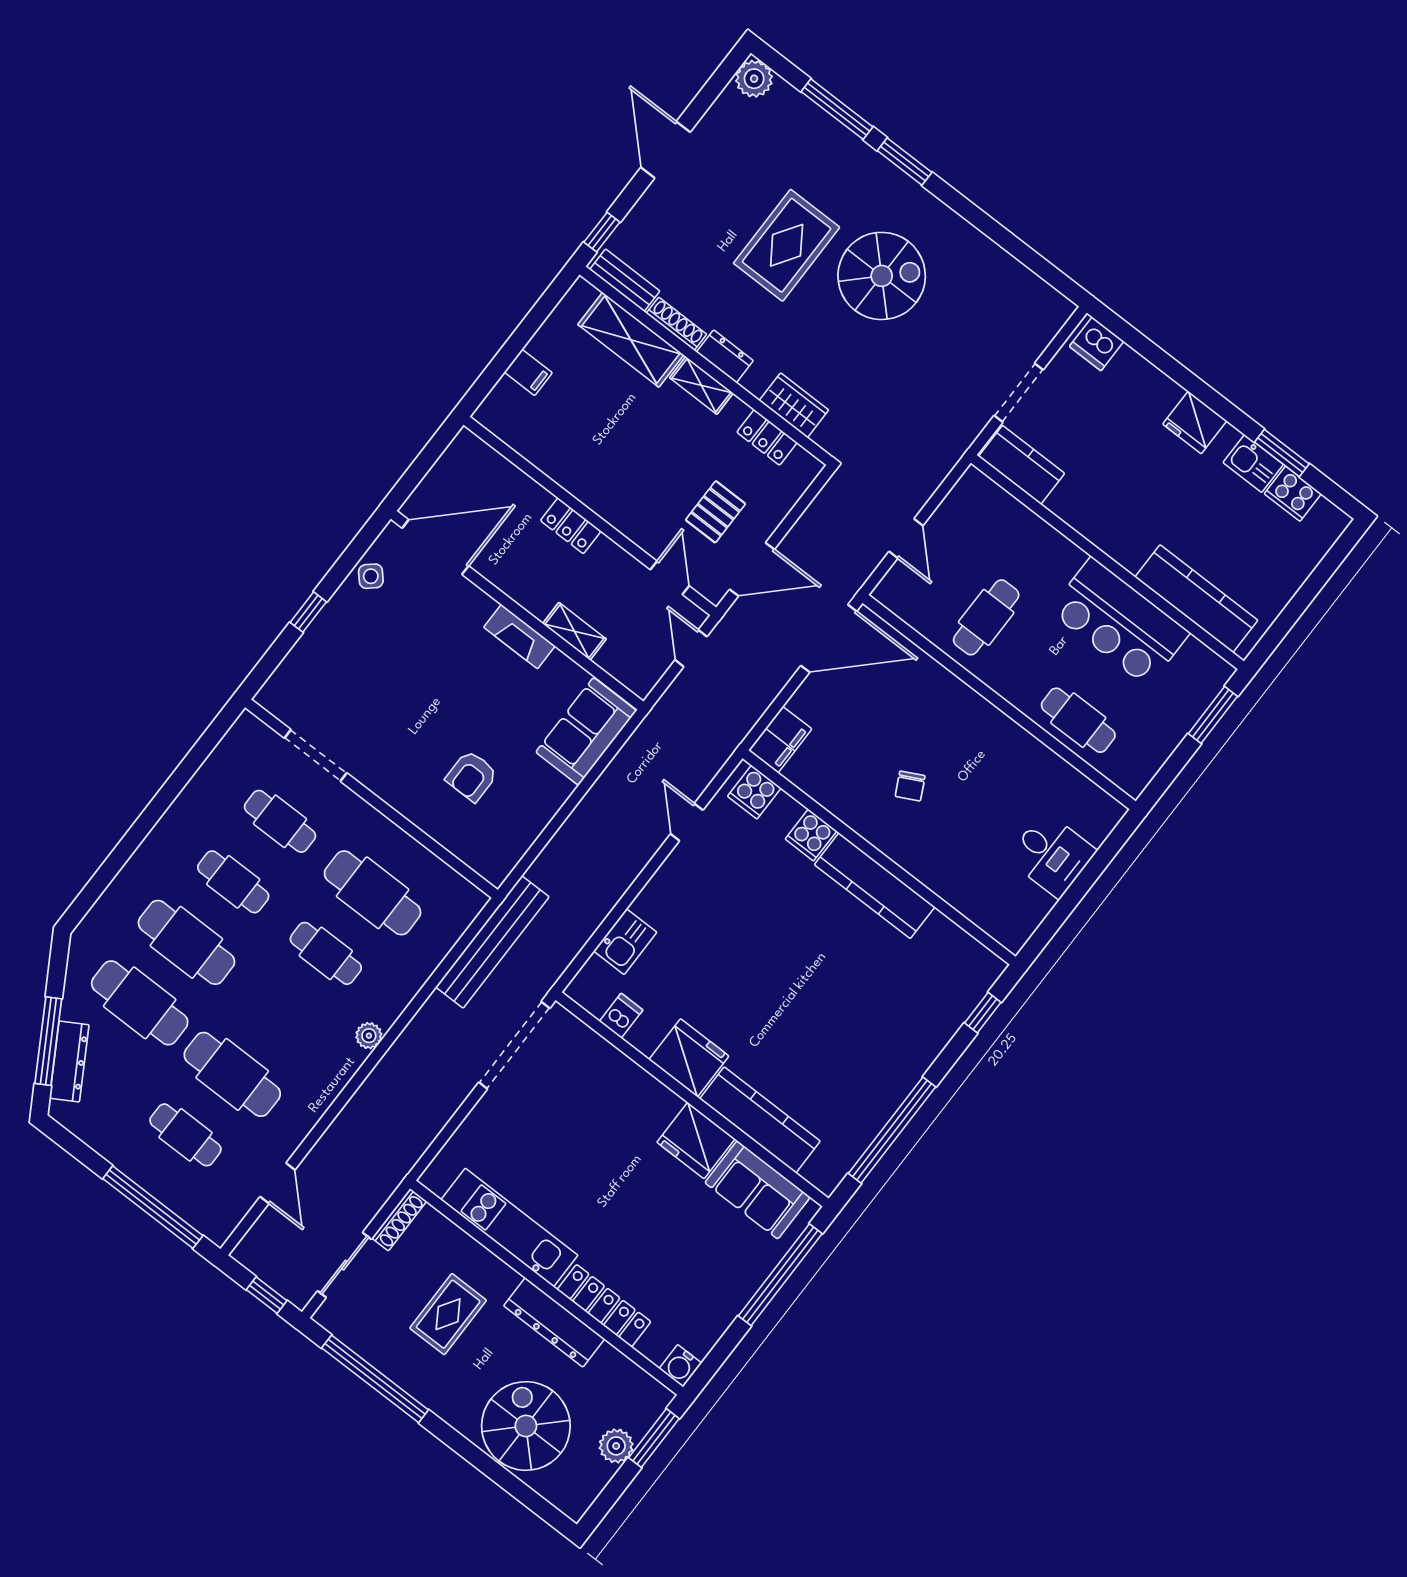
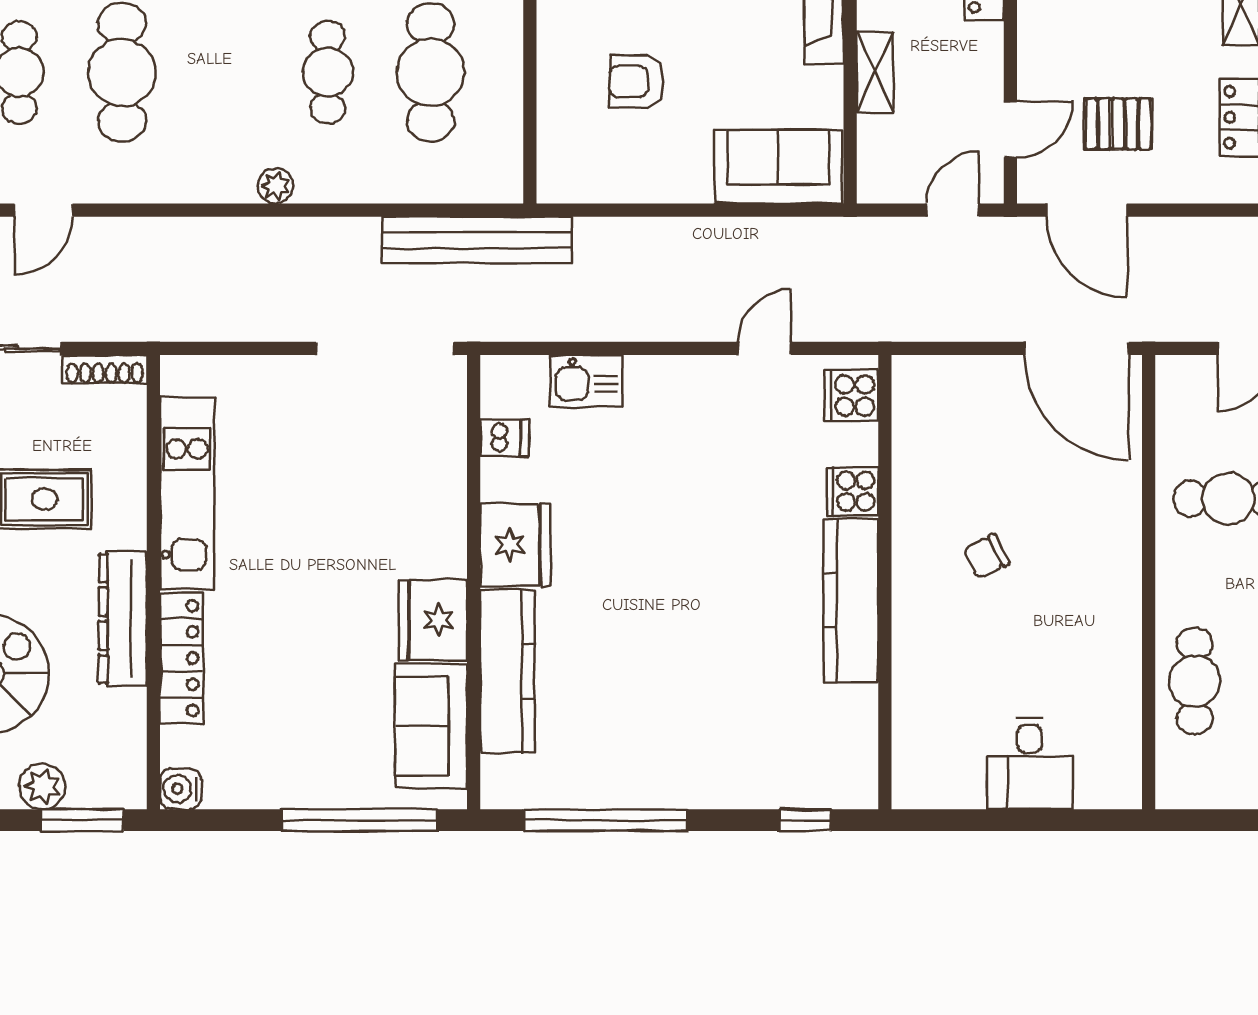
filing cabinet: (780, 740) -> (929, 380), removed

